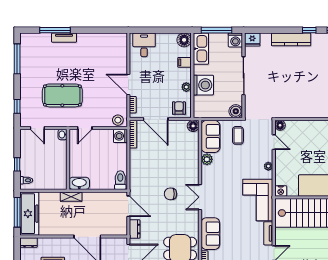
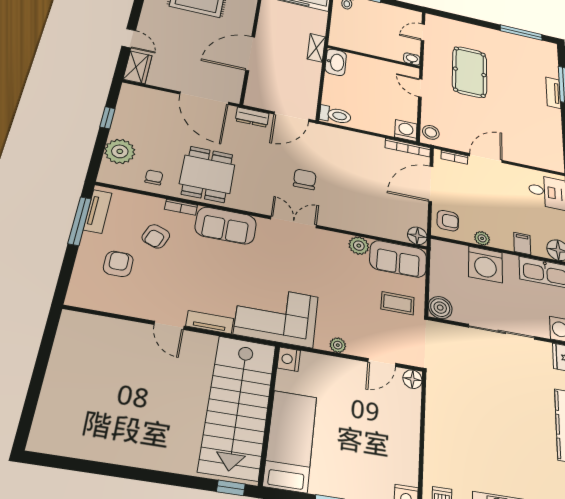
window: (17, 106) -> (455, 17), removed

